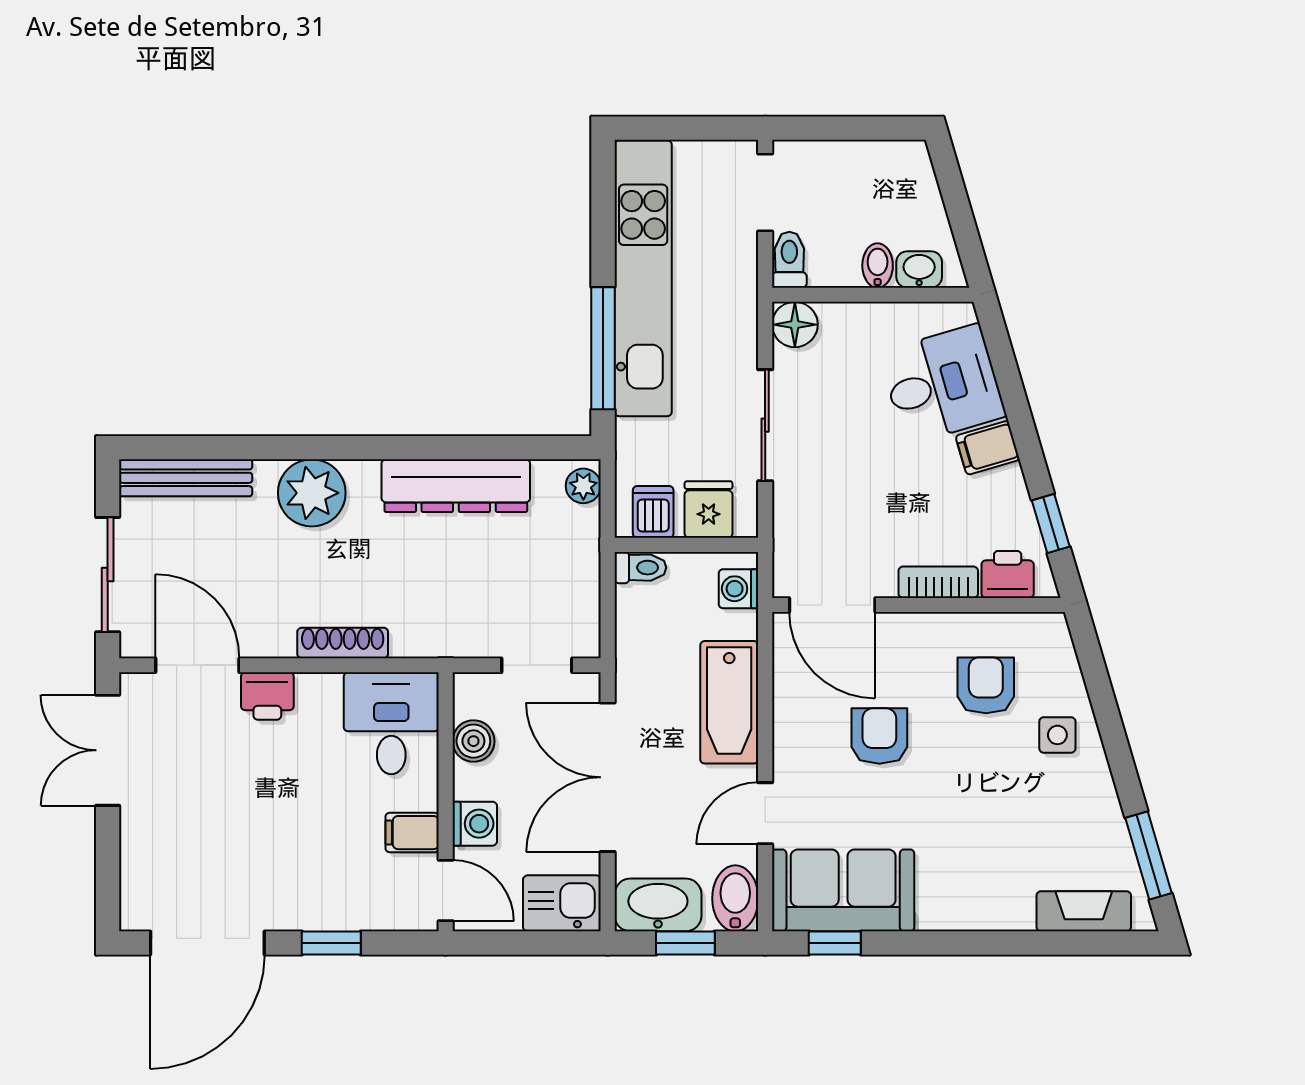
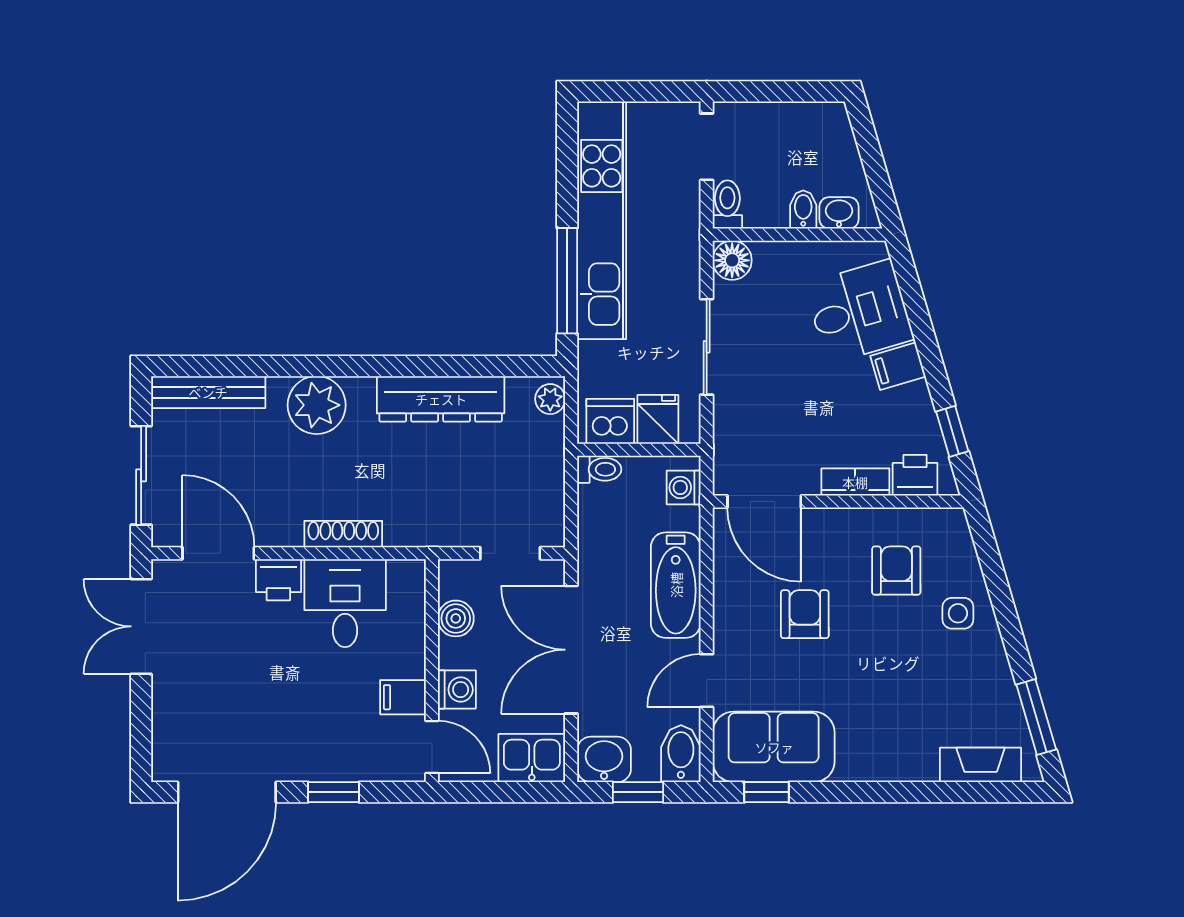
dishwasher: (653, 512) -> (610, 421), width x1.38
desk: (391, 723) -> (345, 603), moved
washbasin: (658, 905) -> (604, 759), width x0.72

